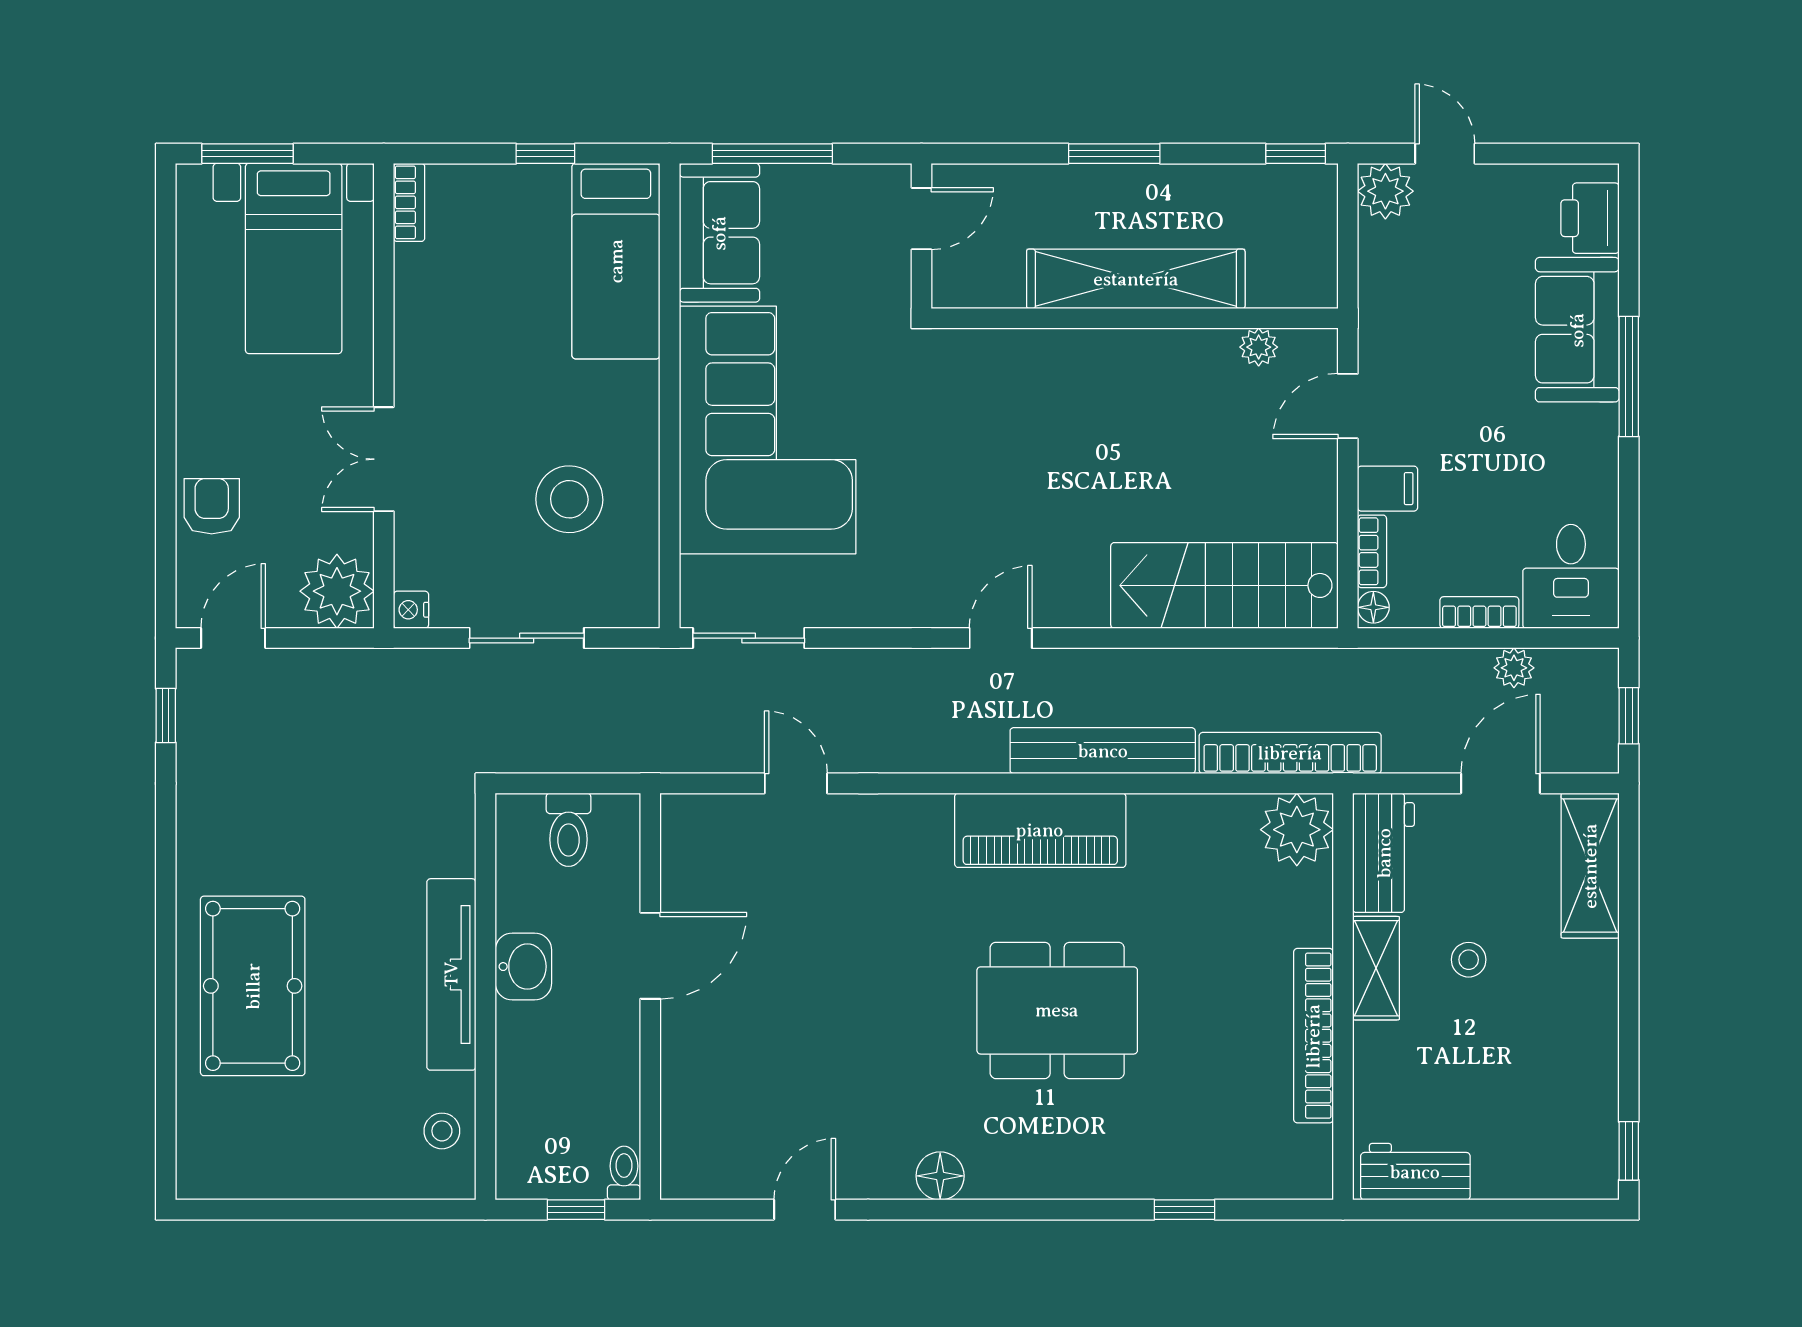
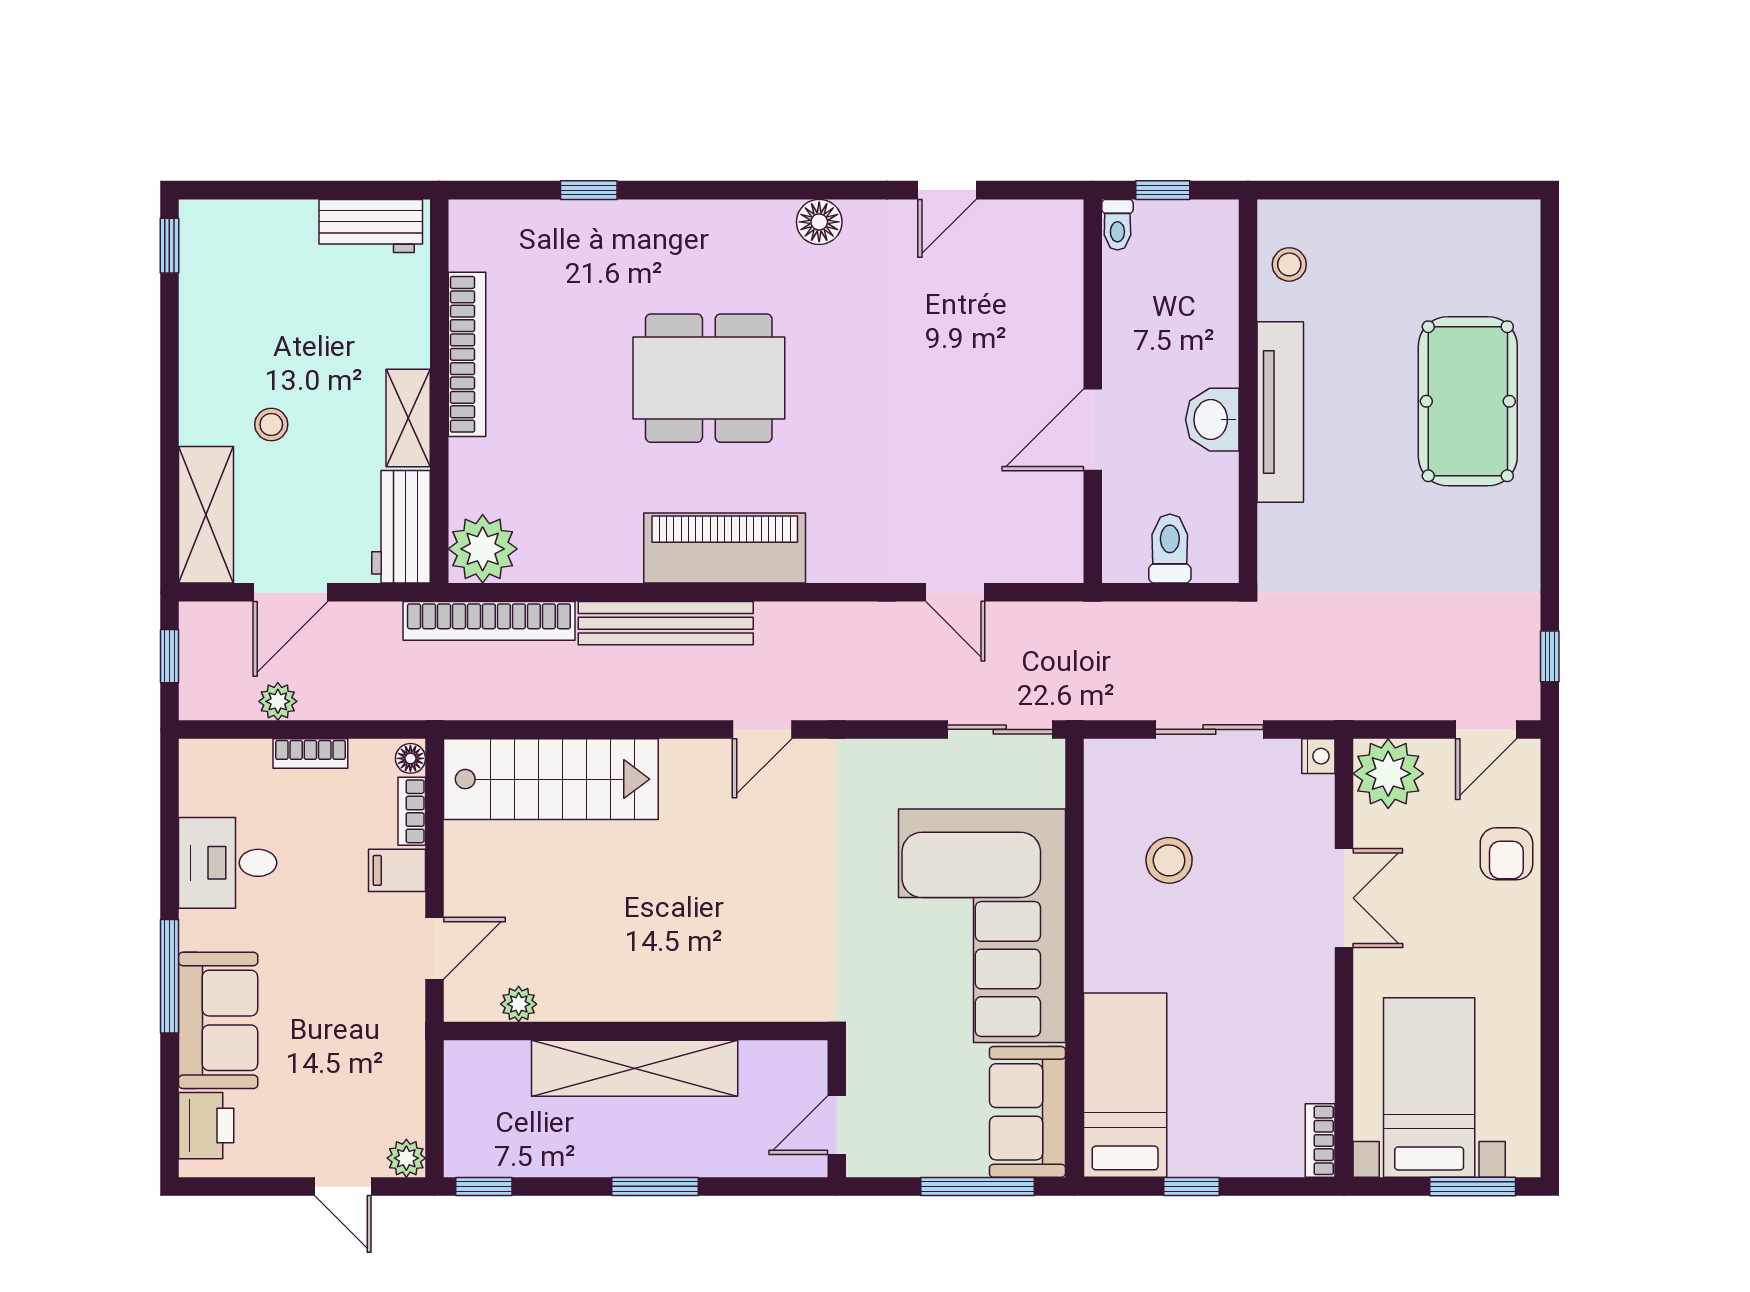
plant: (1385, 191) -> (406, 1158), width x0.73, depth x0.73
stool: (569, 499) -> (1169, 860), width x0.73, depth x0.73
desk: (1571, 576) -> (228, 863), moved, turned -90
stool: (1469, 960) -> (271, 424), moved

